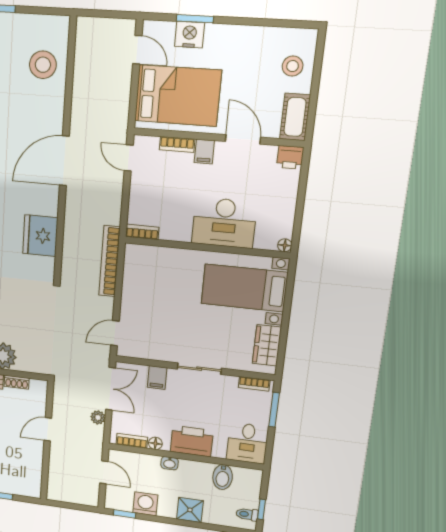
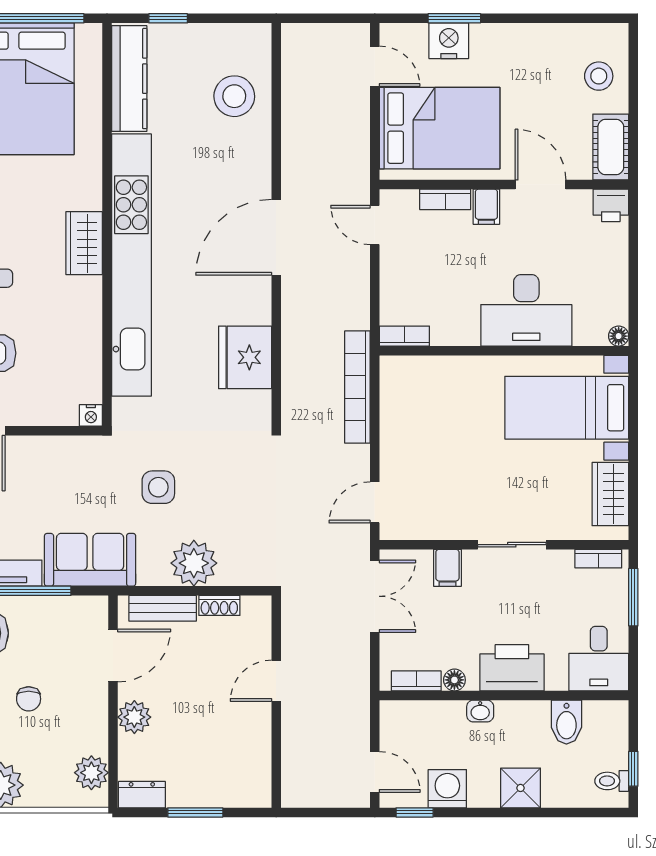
plant: (98, 417) -> (358, 648), removed
door: (104, 472) -> (375, 772), moved

